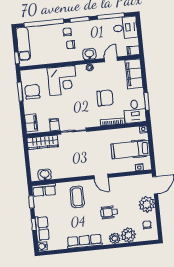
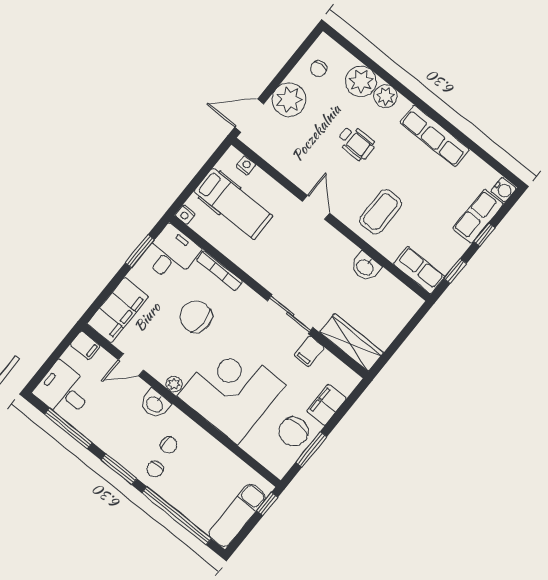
corner desk: (62, 80) -> (232, 390), width x1.36, depth x1.36
filing cabinet: (31, 123) -> (326, 405), moved
washbasin: (45, 175) -> (365, 267), moved

